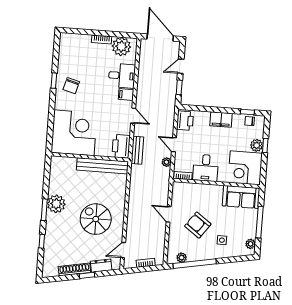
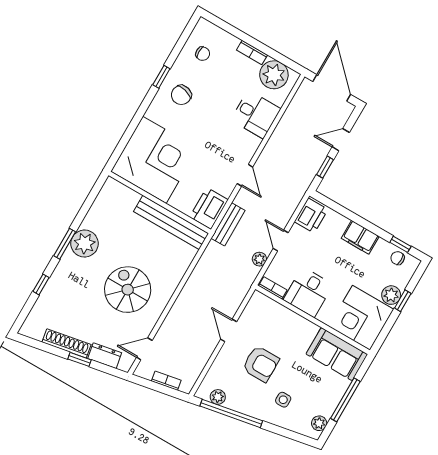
chair: (72, 55) -> (203, 54), added
filing cabinet: (126, 94) -> (249, 142), removed
armchair: (198, 225) -> (261, 364), turned 144

